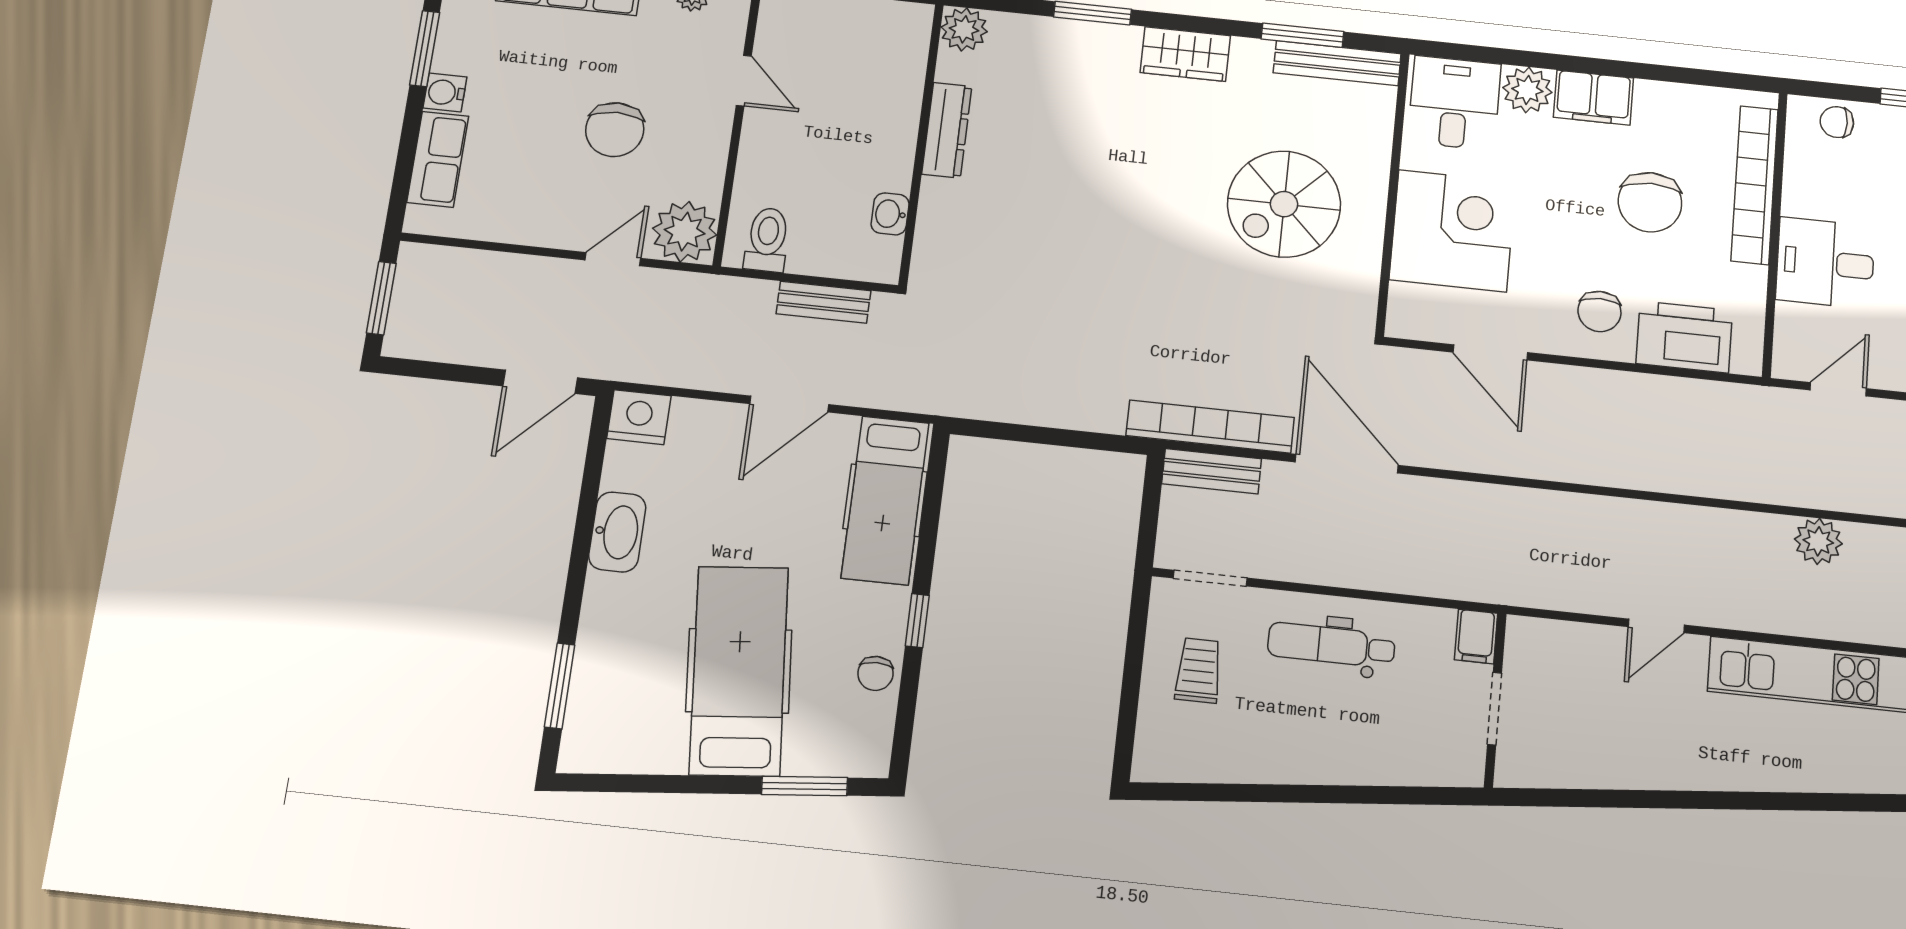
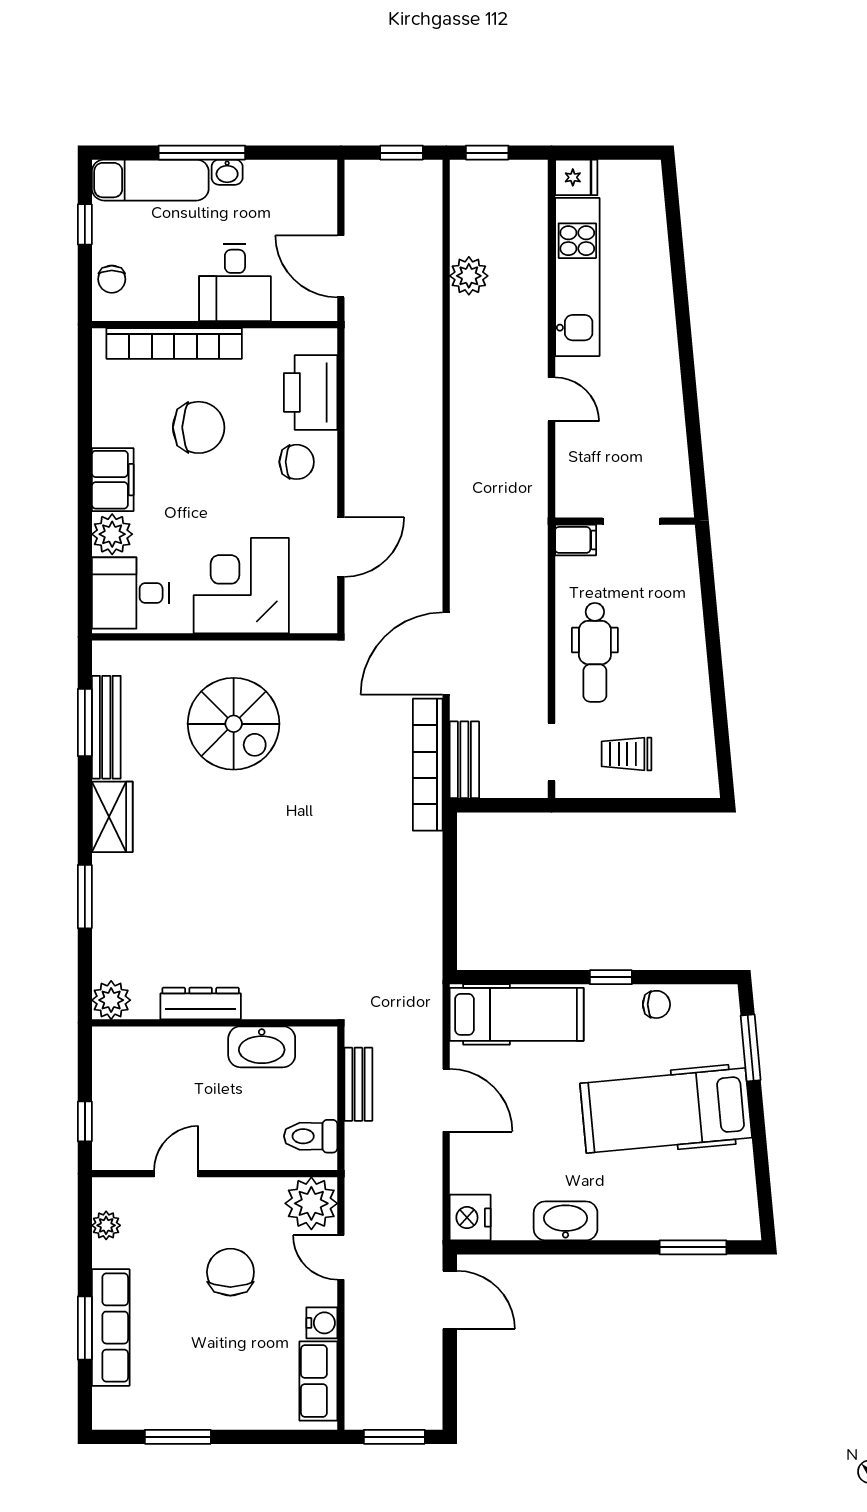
bench: (1337, 63) -> (106, 727), moved
water cooler: (445, 92) -> (322, 1323), moved, turned -90
chair: (615, 130) -> (230, 1272), turned -90
row of seats: (438, 159) -> (318, 1381), moved, turned -90
washbasin: (890, 214) -> (262, 1047), width x1.91, depth x1.45
door: (1838, 389) -> (341, 266), width x1.38

